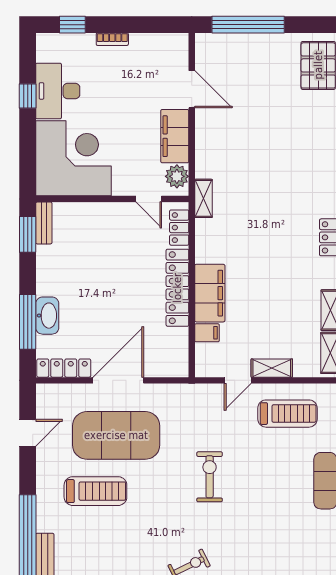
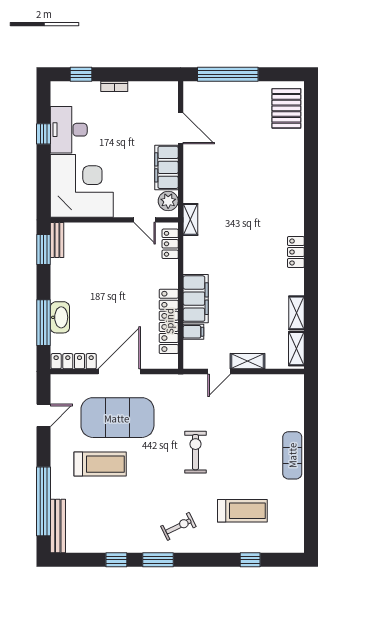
locker: (177, 288) -> (169, 321), moved
treadmill: (287, 414) -> (242, 511), moved

